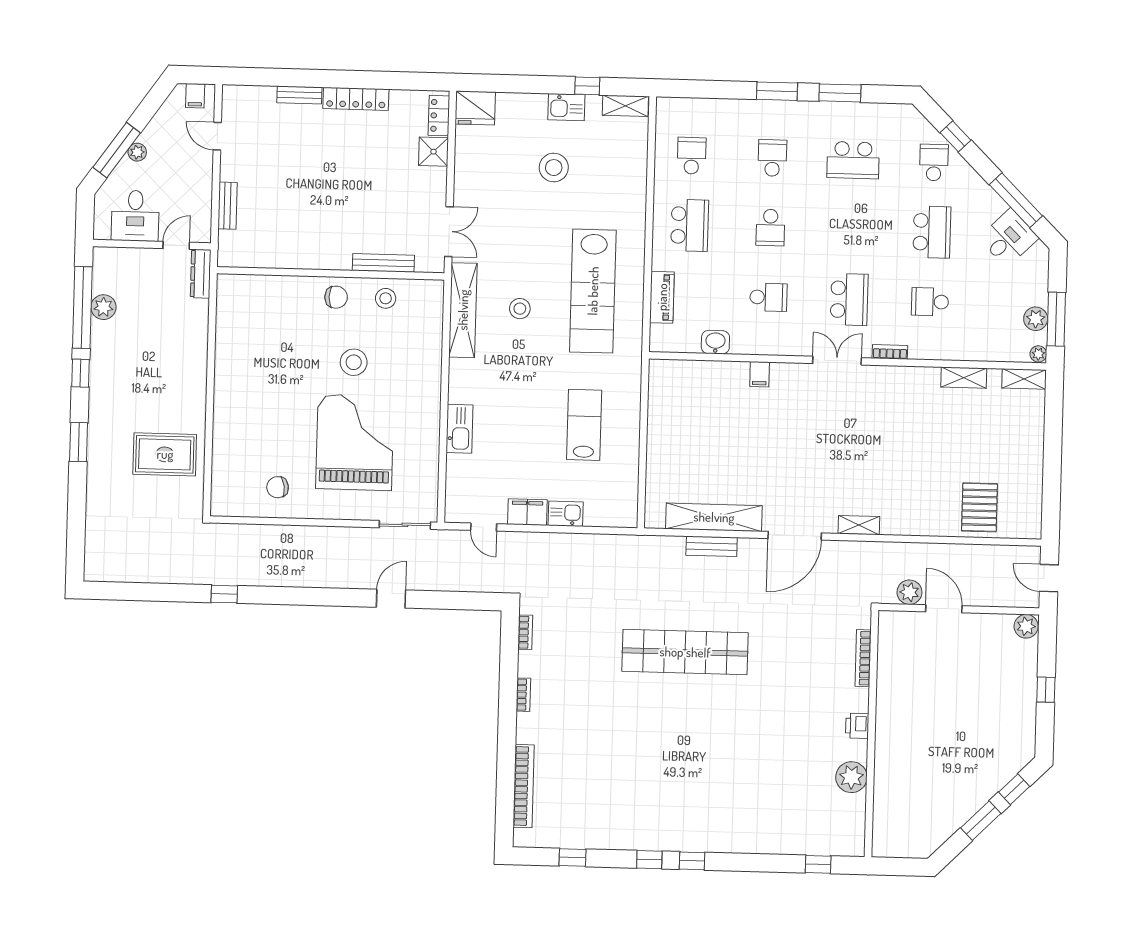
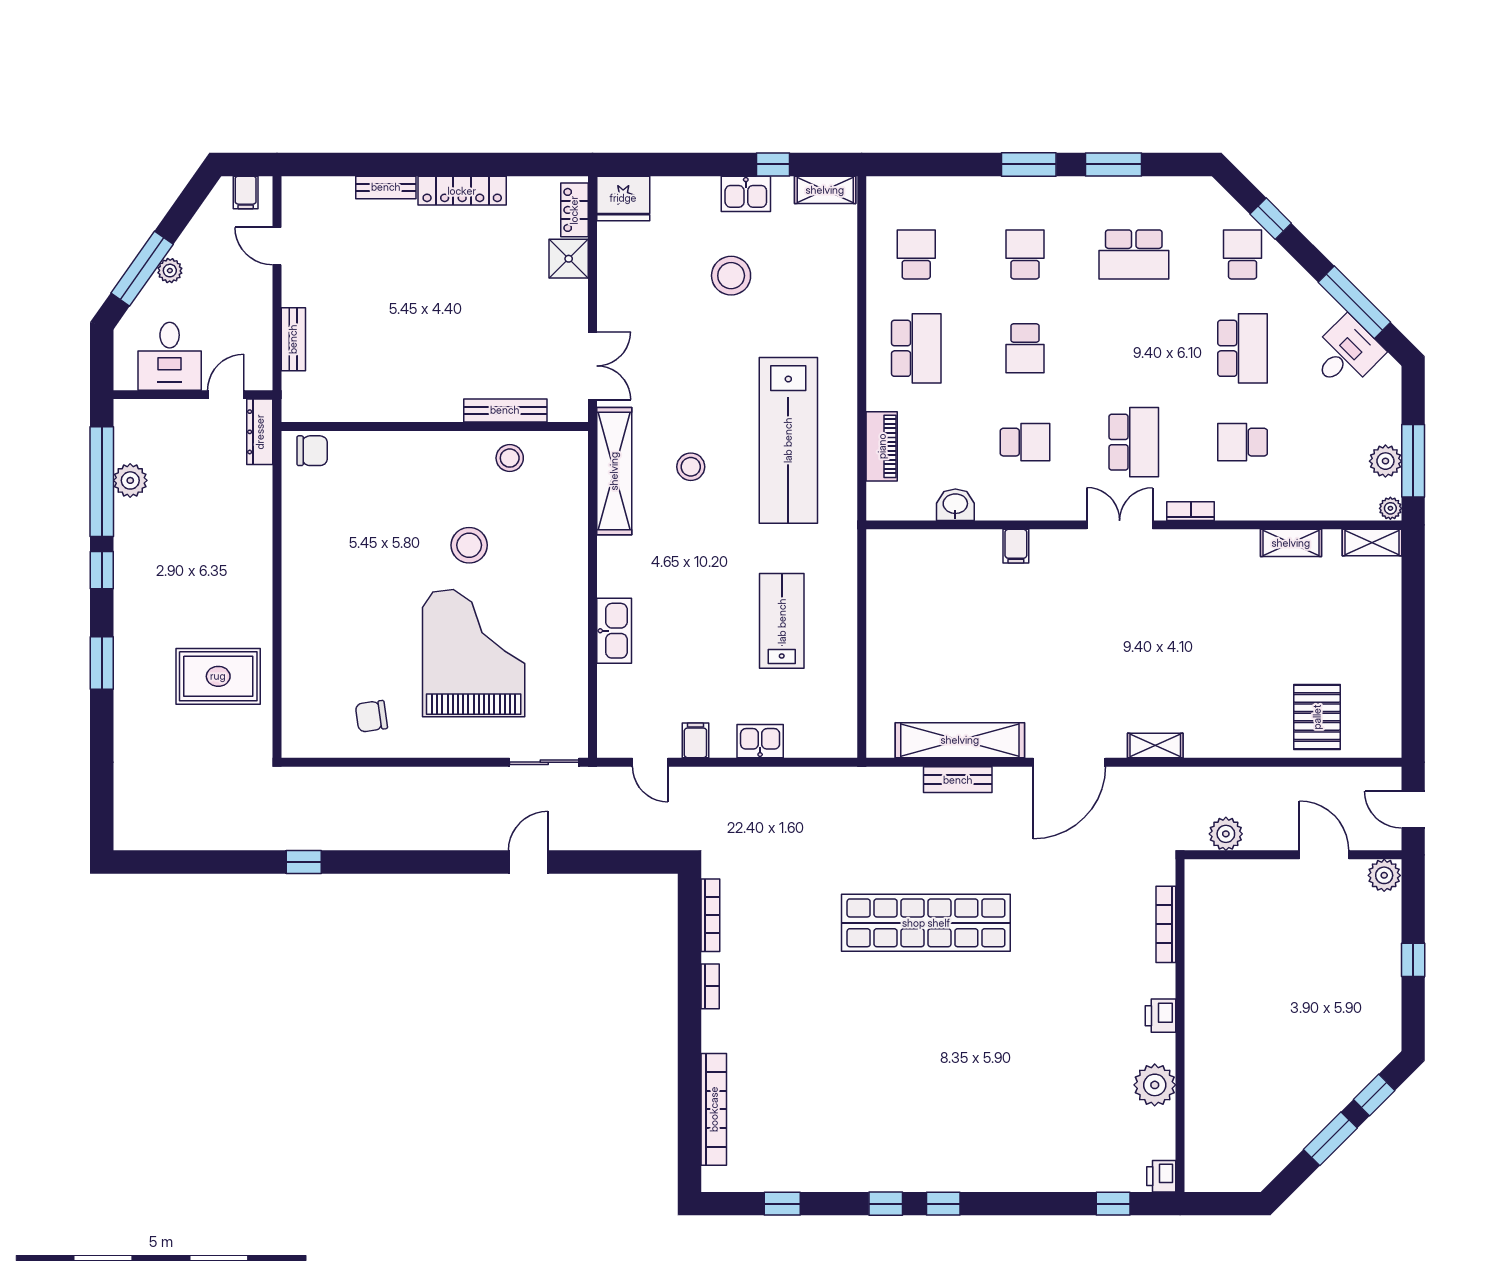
chair: (336, 297) -> (312, 451), moved
filing cabinet: (527, 512) -> (695, 740), width x0.50
door: (944, 609) -> (1324, 855), moved
bookcase: (525, 632) -> (710, 915), width x1.56
printer: (854, 845) -> (1161, 1176), added

